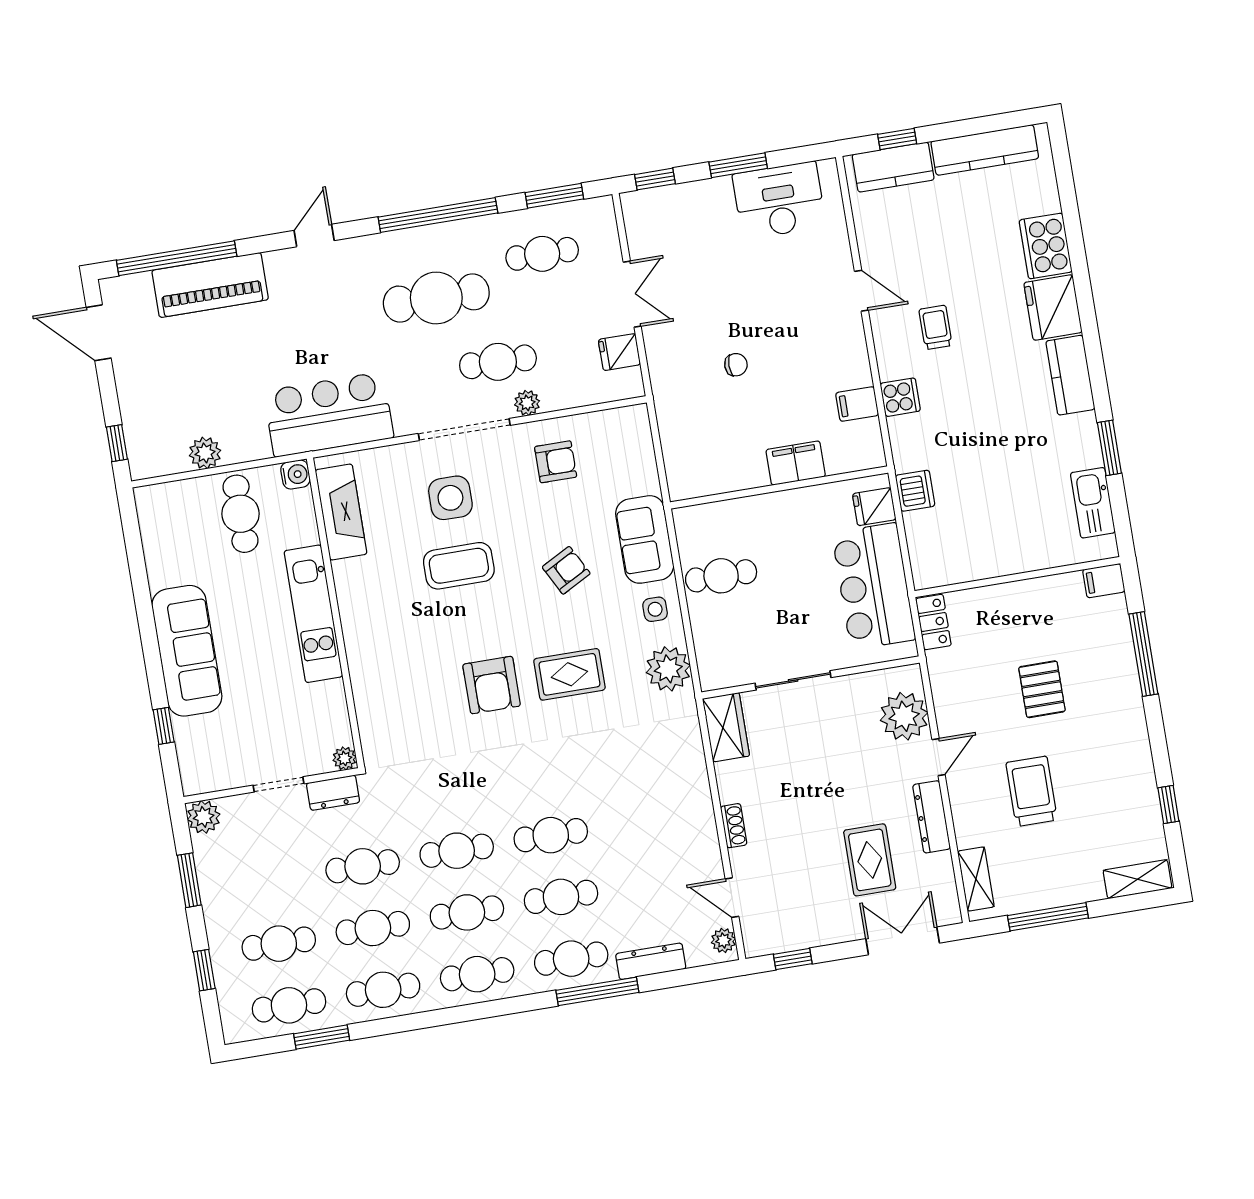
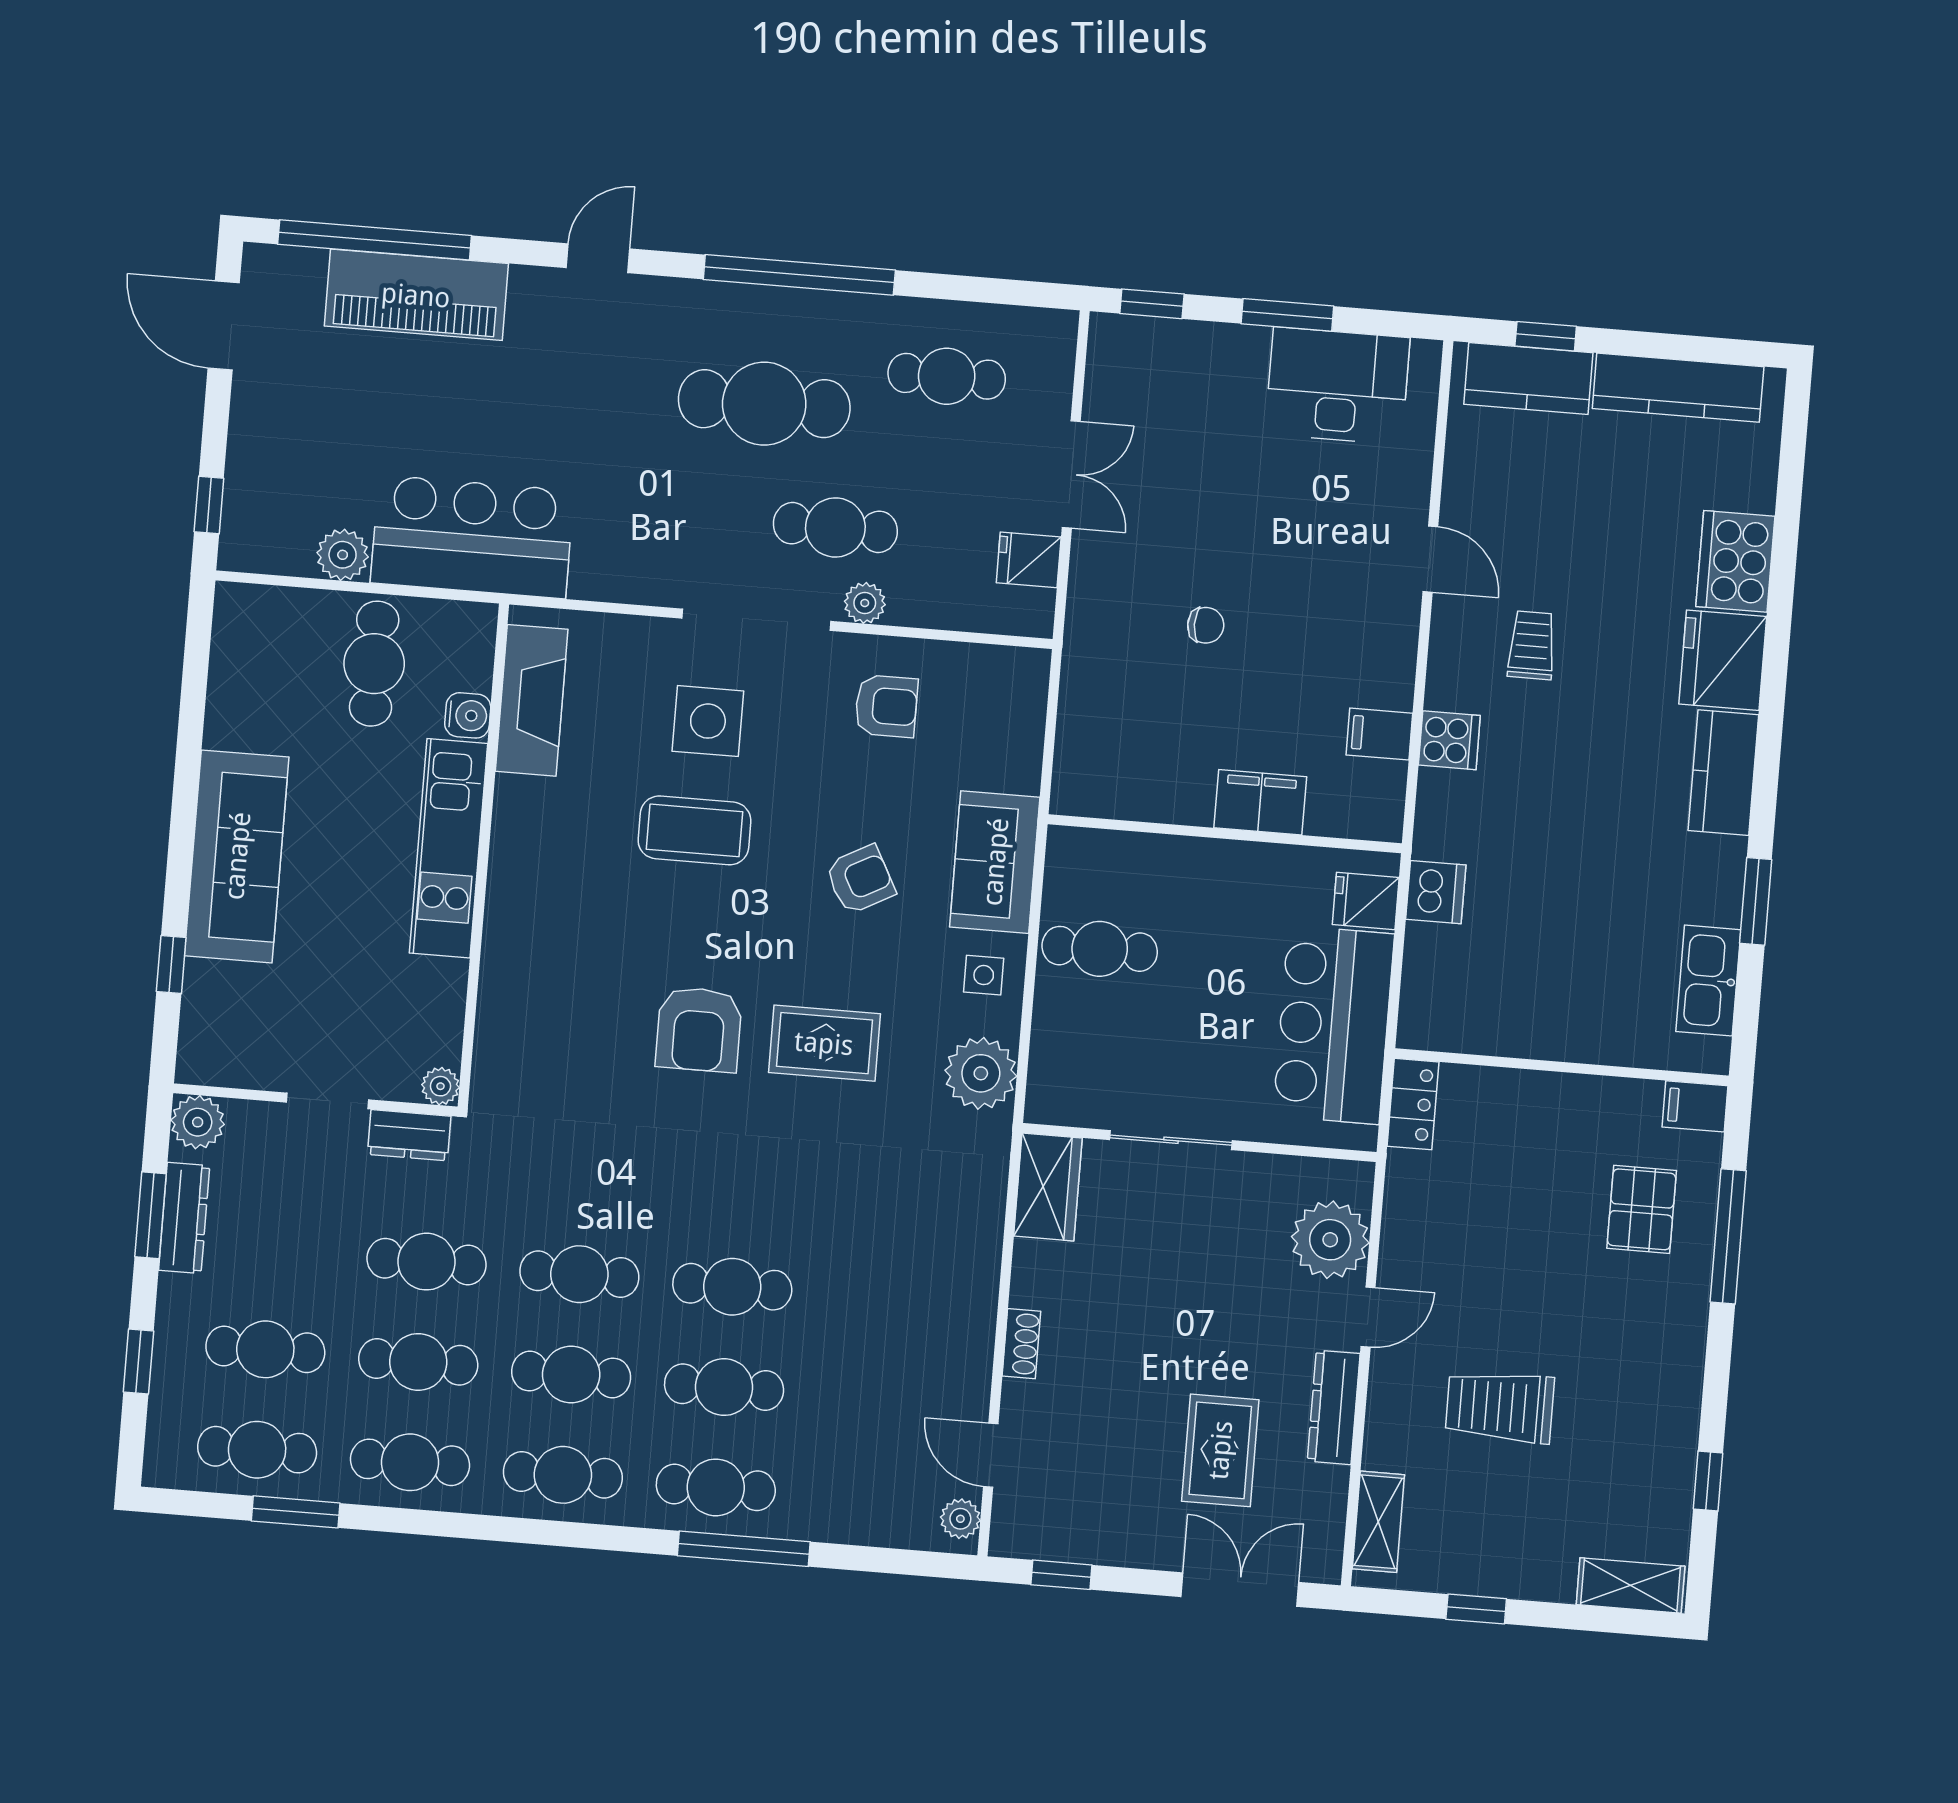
window: (554, 196) -> (988, 290), removed
bar counter: (329, 414) -> (472, 537), moved
water cooler: (295, 474) -> (468, 715), moved
pallet: (1042, 689) -> (1642, 1209), moved
trolley: (1032, 791) -> (1500, 1407), turned -90
window: (1048, 917) -> (1476, 1609), width x0.46
dresser: (651, 961) -> (184, 1218), moved, turned 90

